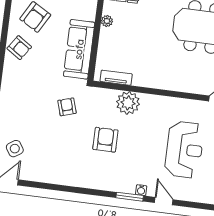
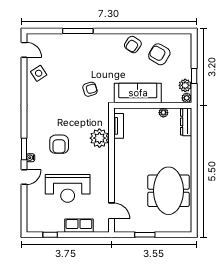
armchair: (105, 140) -> (59, 144), moved, turned 90
side table: (15, 149) -> (39, 73), moved

